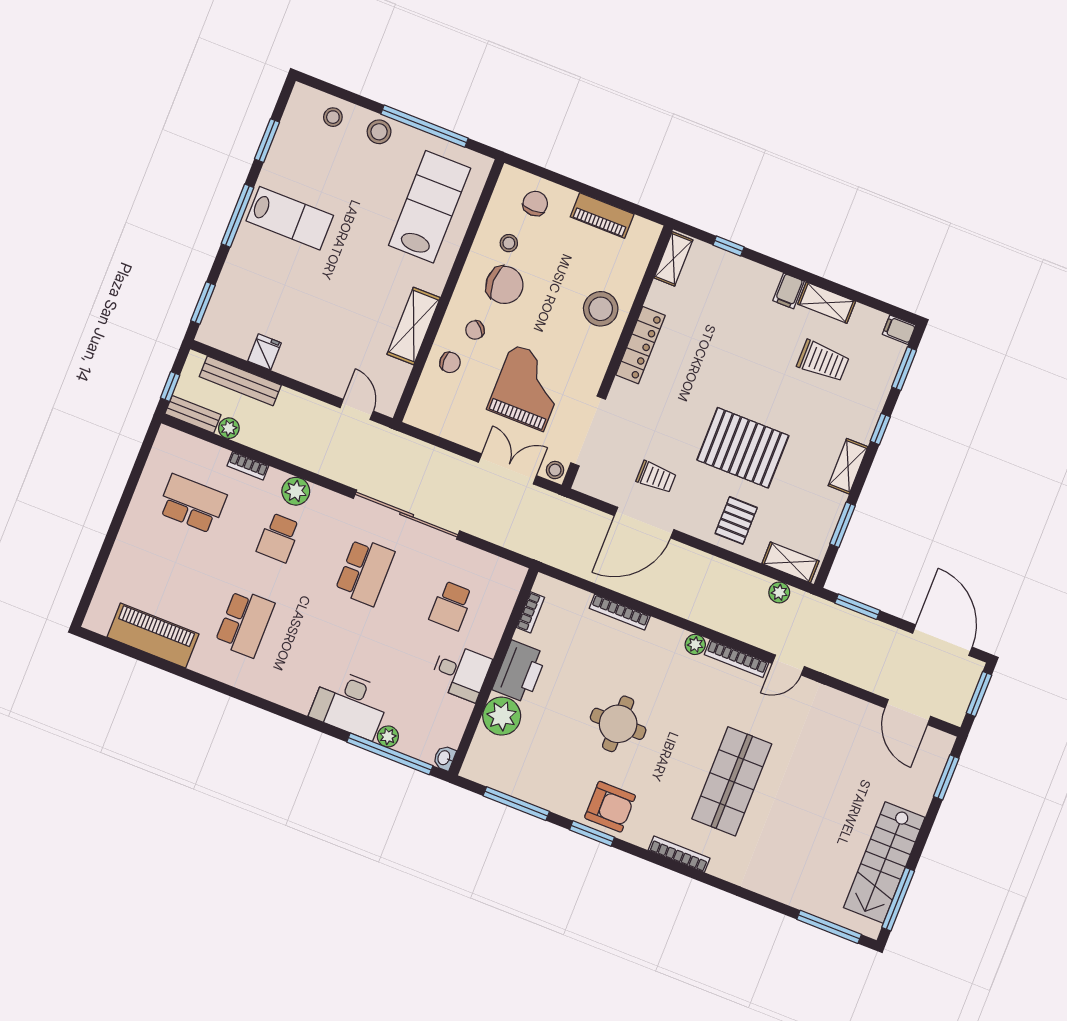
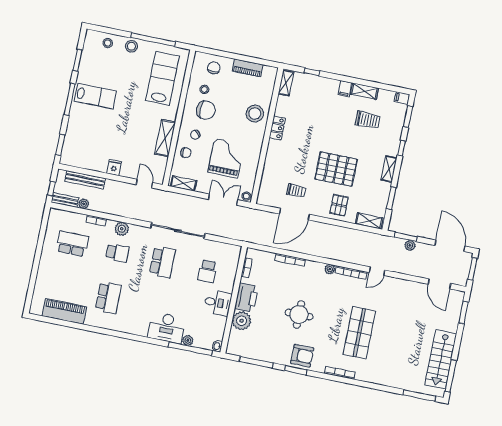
locker: (640, 345) -> (277, 128), width x0.66
fridge: (264, 352) -> (114, 167), moved
shelving: (435, 423) -> (184, 183), added
doorway: (588, 431) -> (259, 174), removed
school desk: (279, 538) -> (117, 253), turned -90
plant: (779, 592) -> (410, 245), moved

